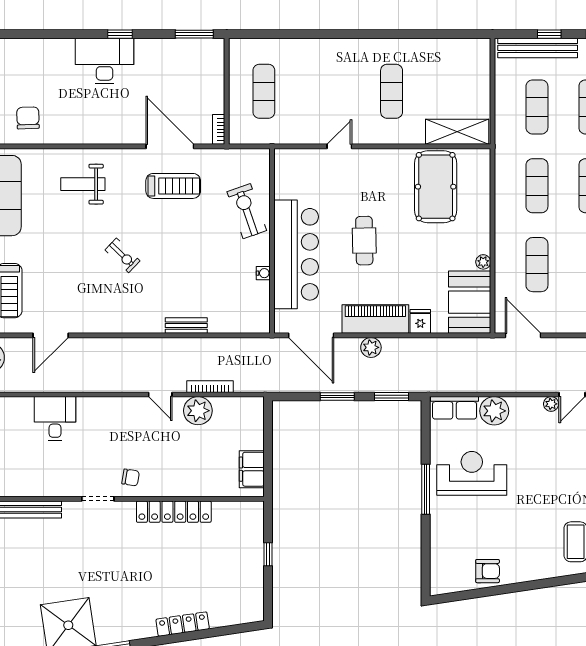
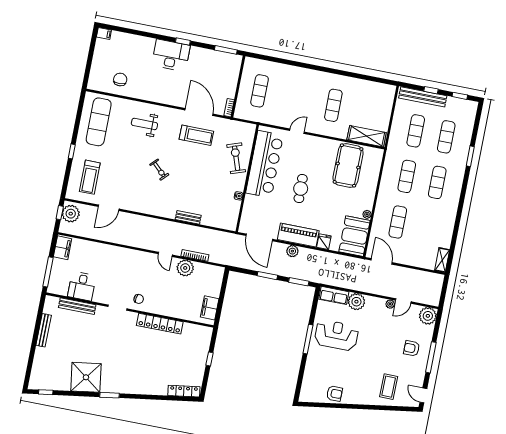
bar counter: (296, 254) -> (265, 164), moved
desk: (55, 419) -> (82, 286), moved, turned 180
locker: (183, 624) -> (184, 391), moved

